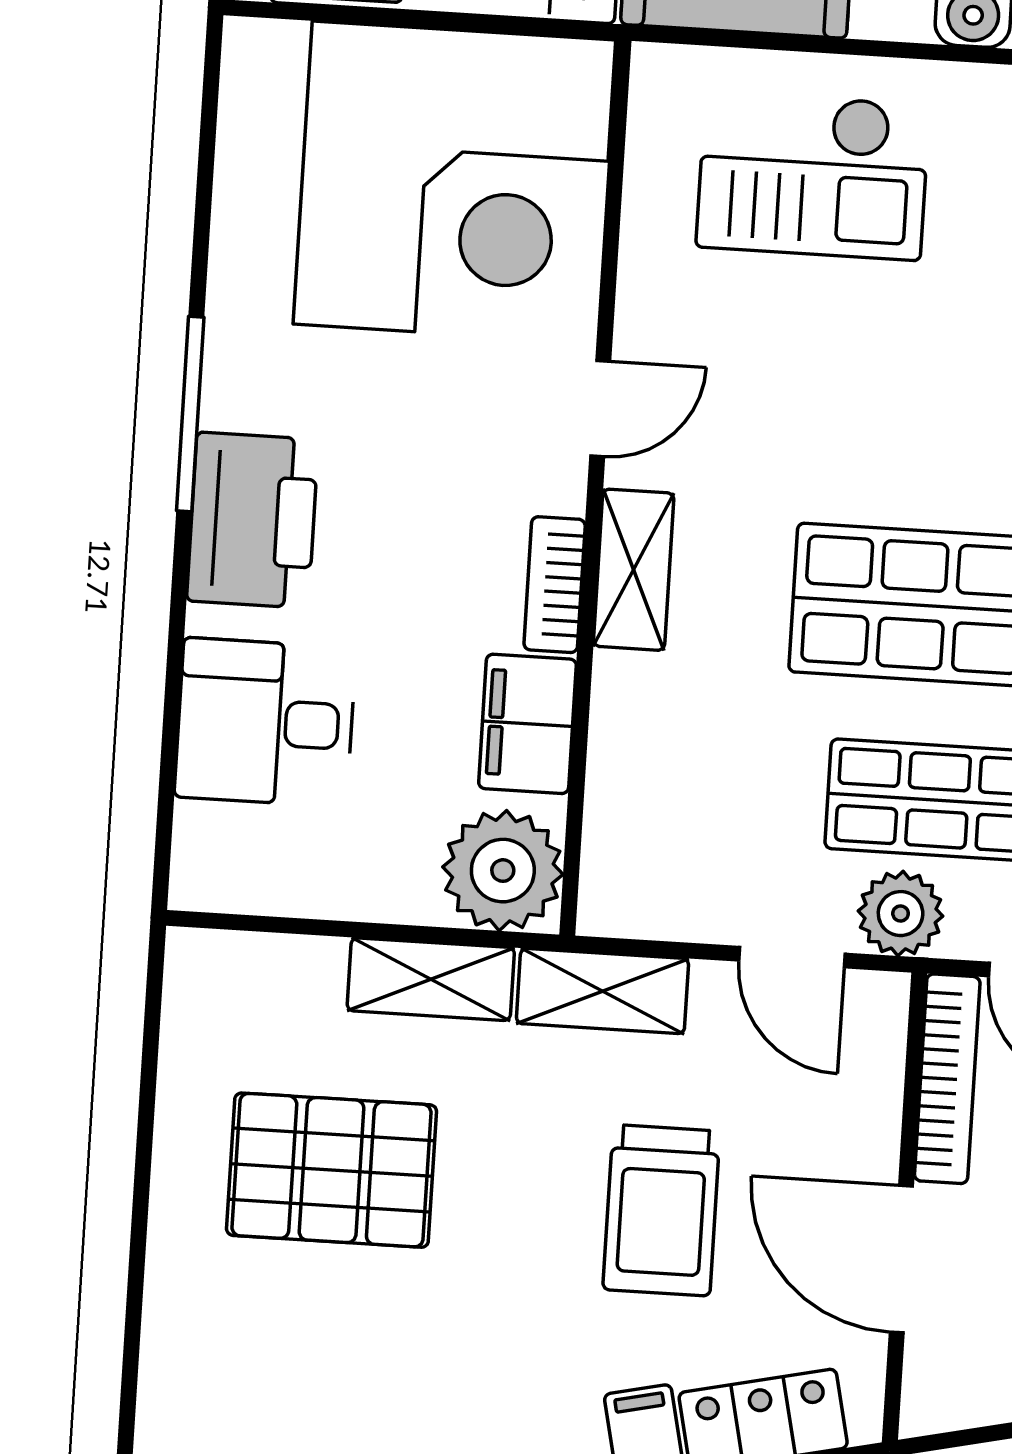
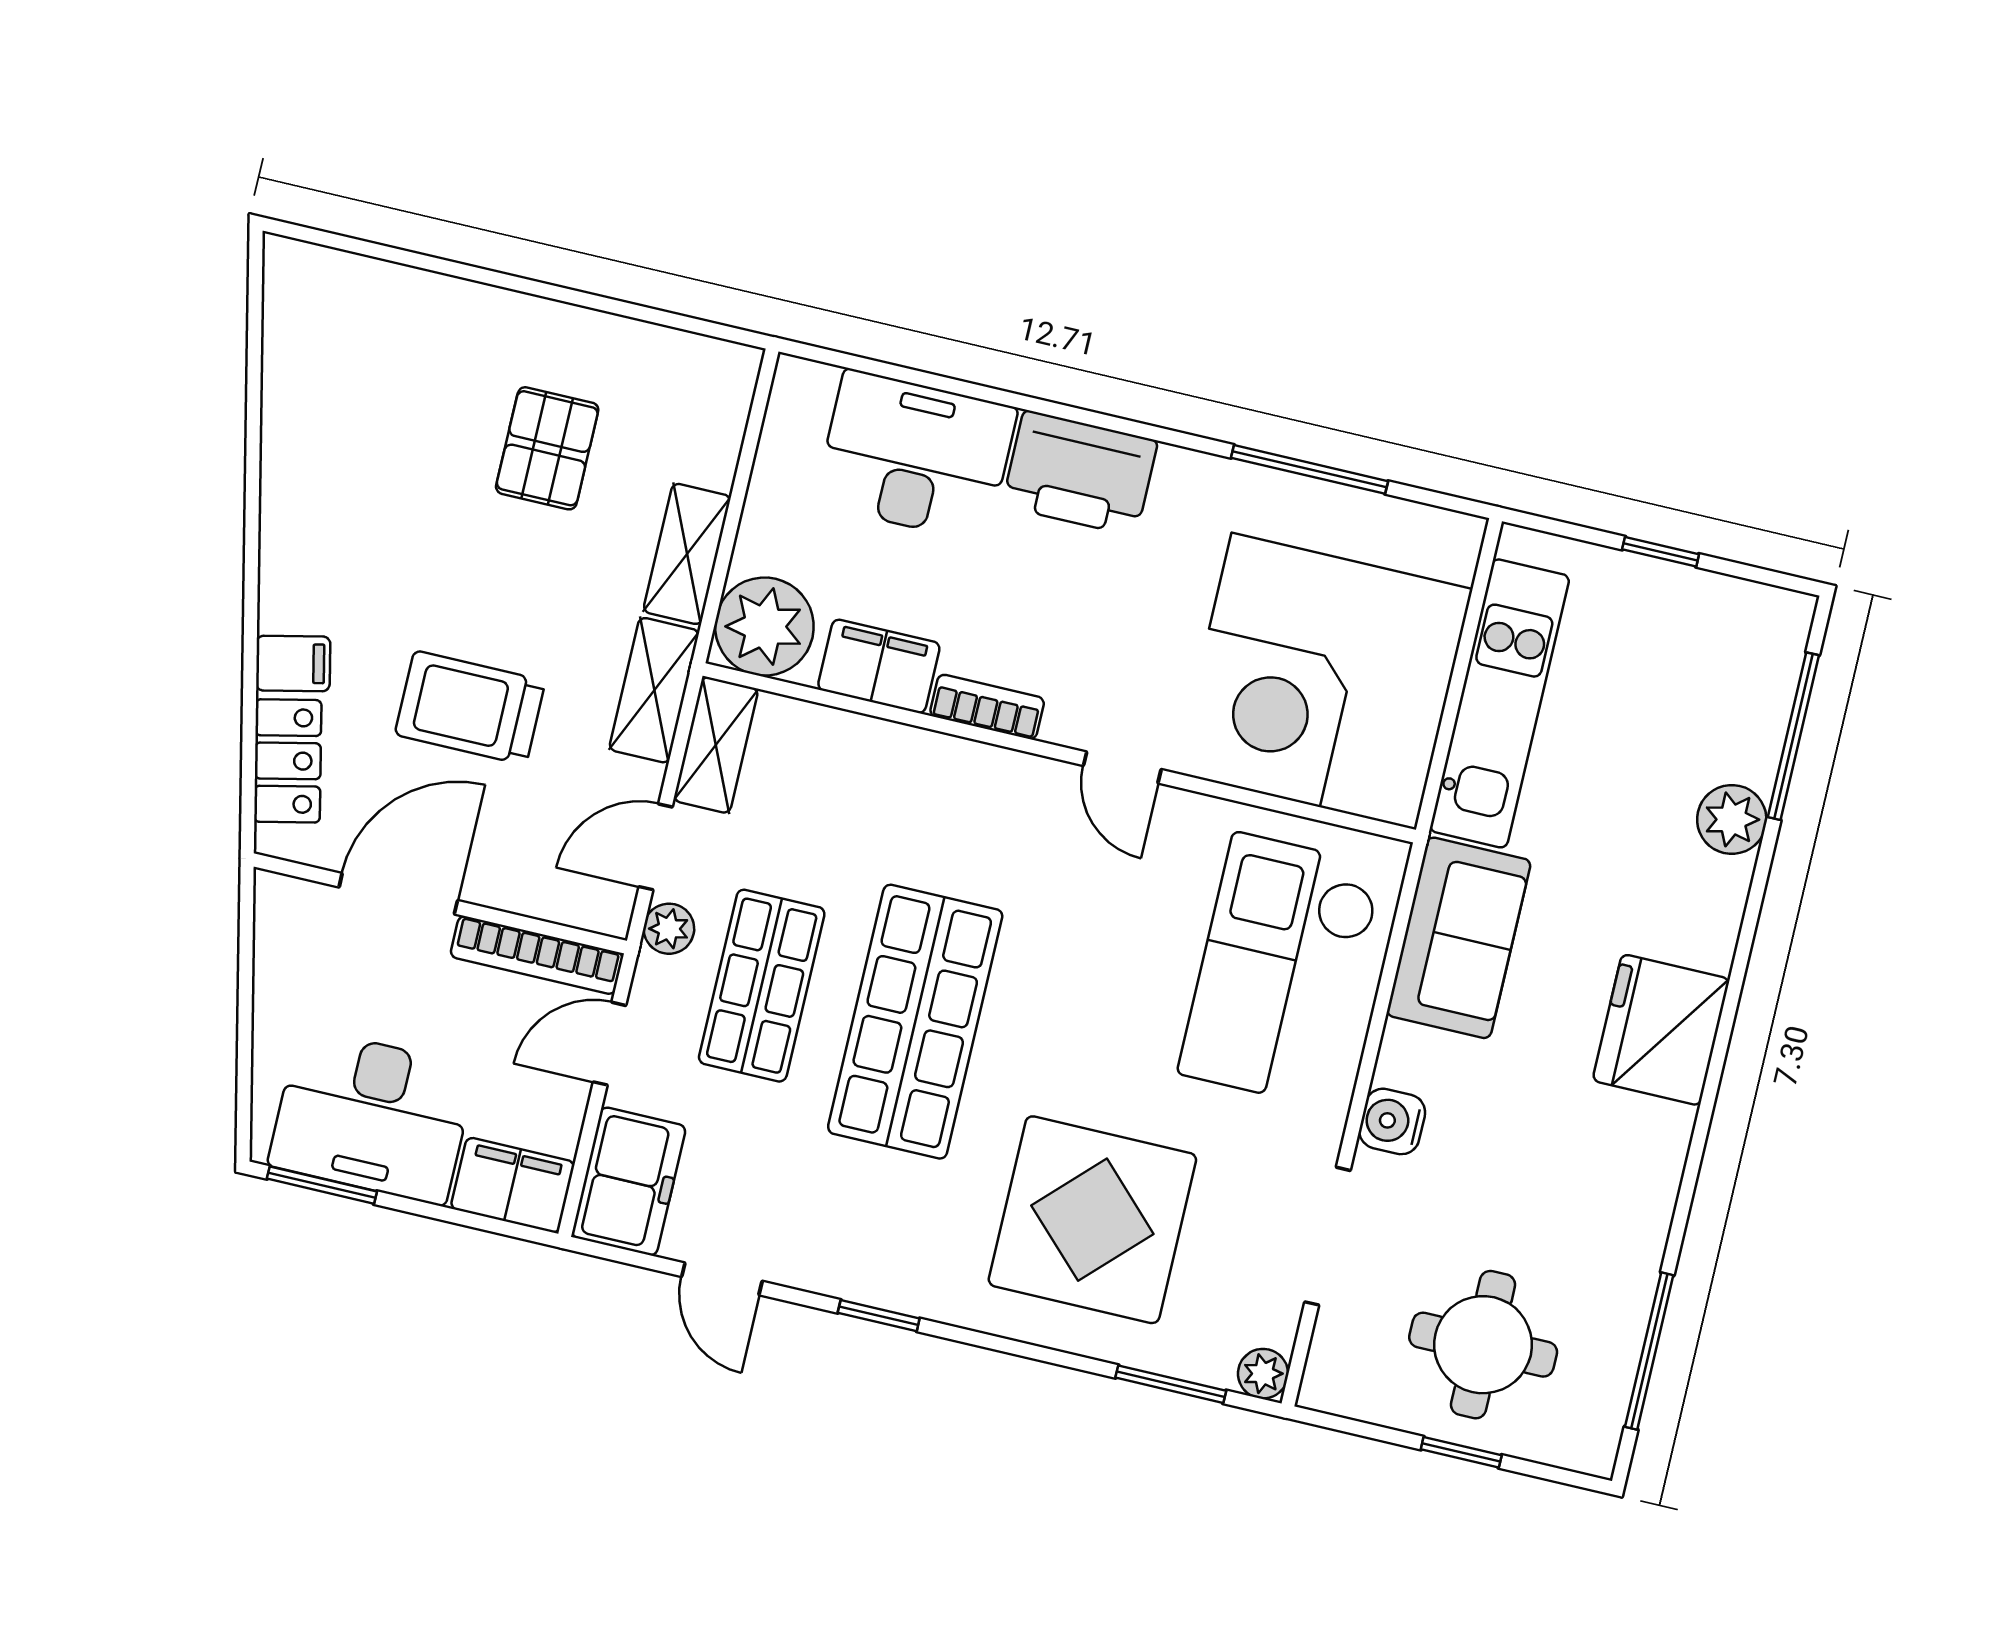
checkout: (813, 175) -> (1281, 970), width x1.36, depth x1.21
window: (190, 414) -> (1309, 469), moved
shelving: (634, 570) -> (716, 745), moved, turned 90
desk: (265, 722) -> (916, 456), width x1.37
plant: (901, 914) -> (669, 929), width x0.73, depth x0.73
pallet: (332, 1170) -> (547, 448), width x0.67, depth x0.71

